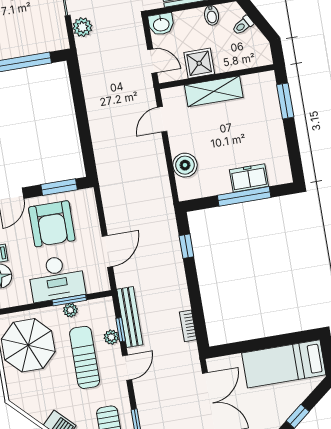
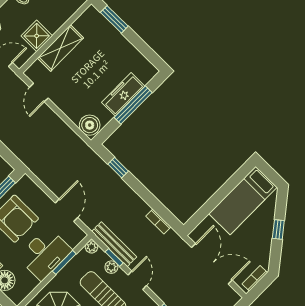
boiler: (185, 165) -> (90, 125), moved
freezer: (249, 178) -> (123, 94), width x1.40
plant: (70, 310) -> (92, 247), moved

